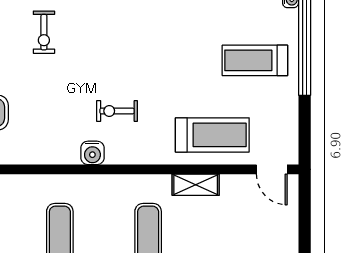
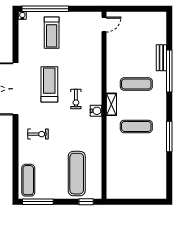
treadmill: (212, 135) -> (49, 84), moved
shelving: (196, 185) -> (111, 104), moved

